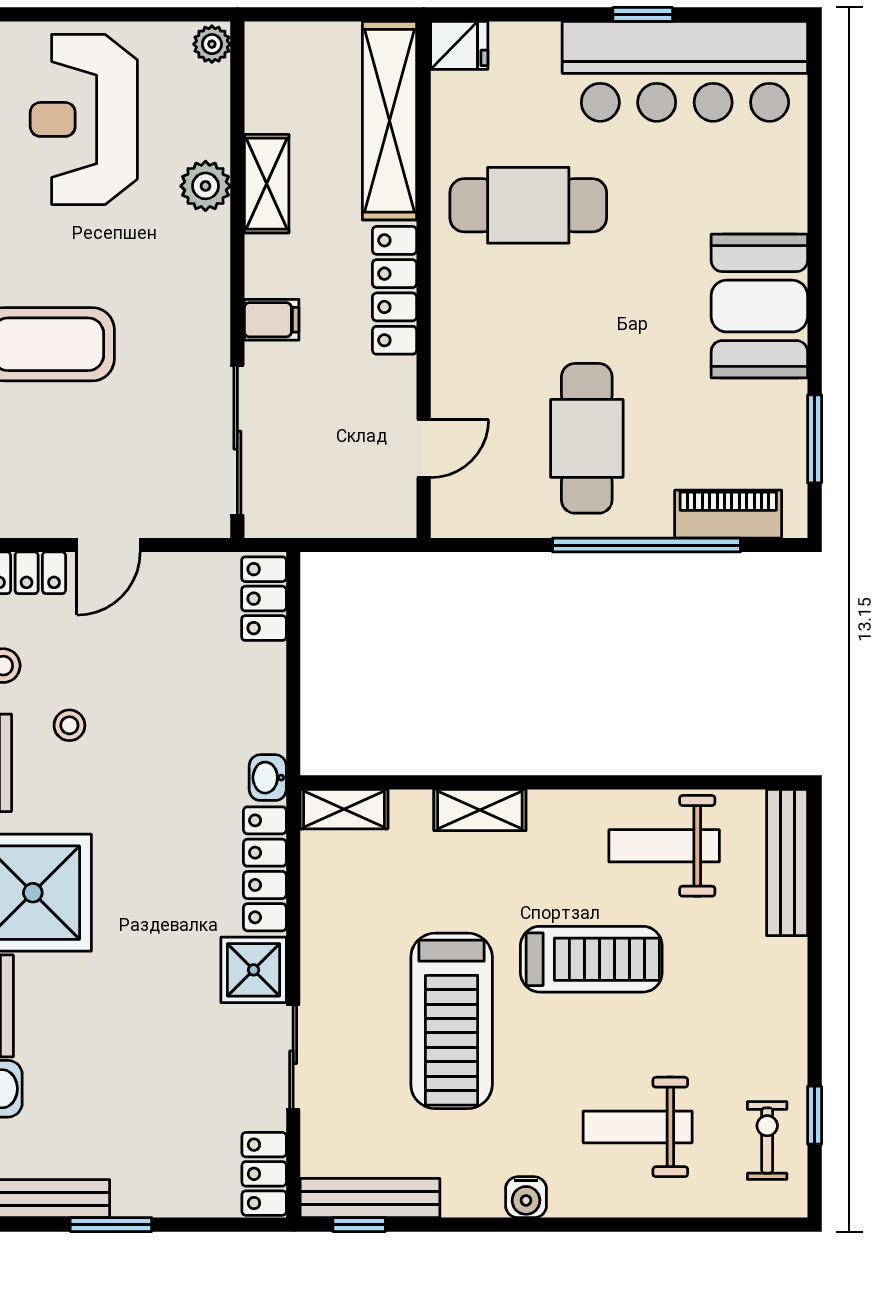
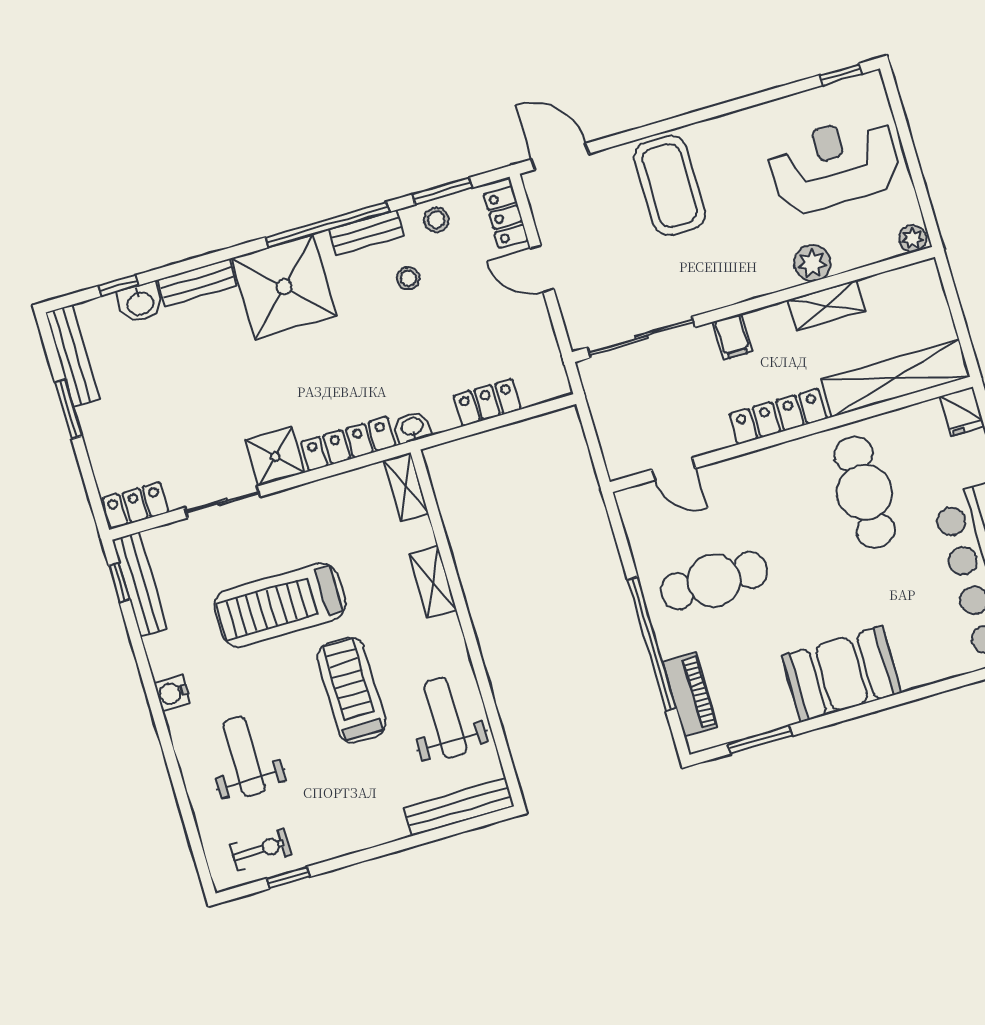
locker: (264, 599) -> (487, 402), moved
treadmill: (591, 959) -> (352, 690), turned 180

